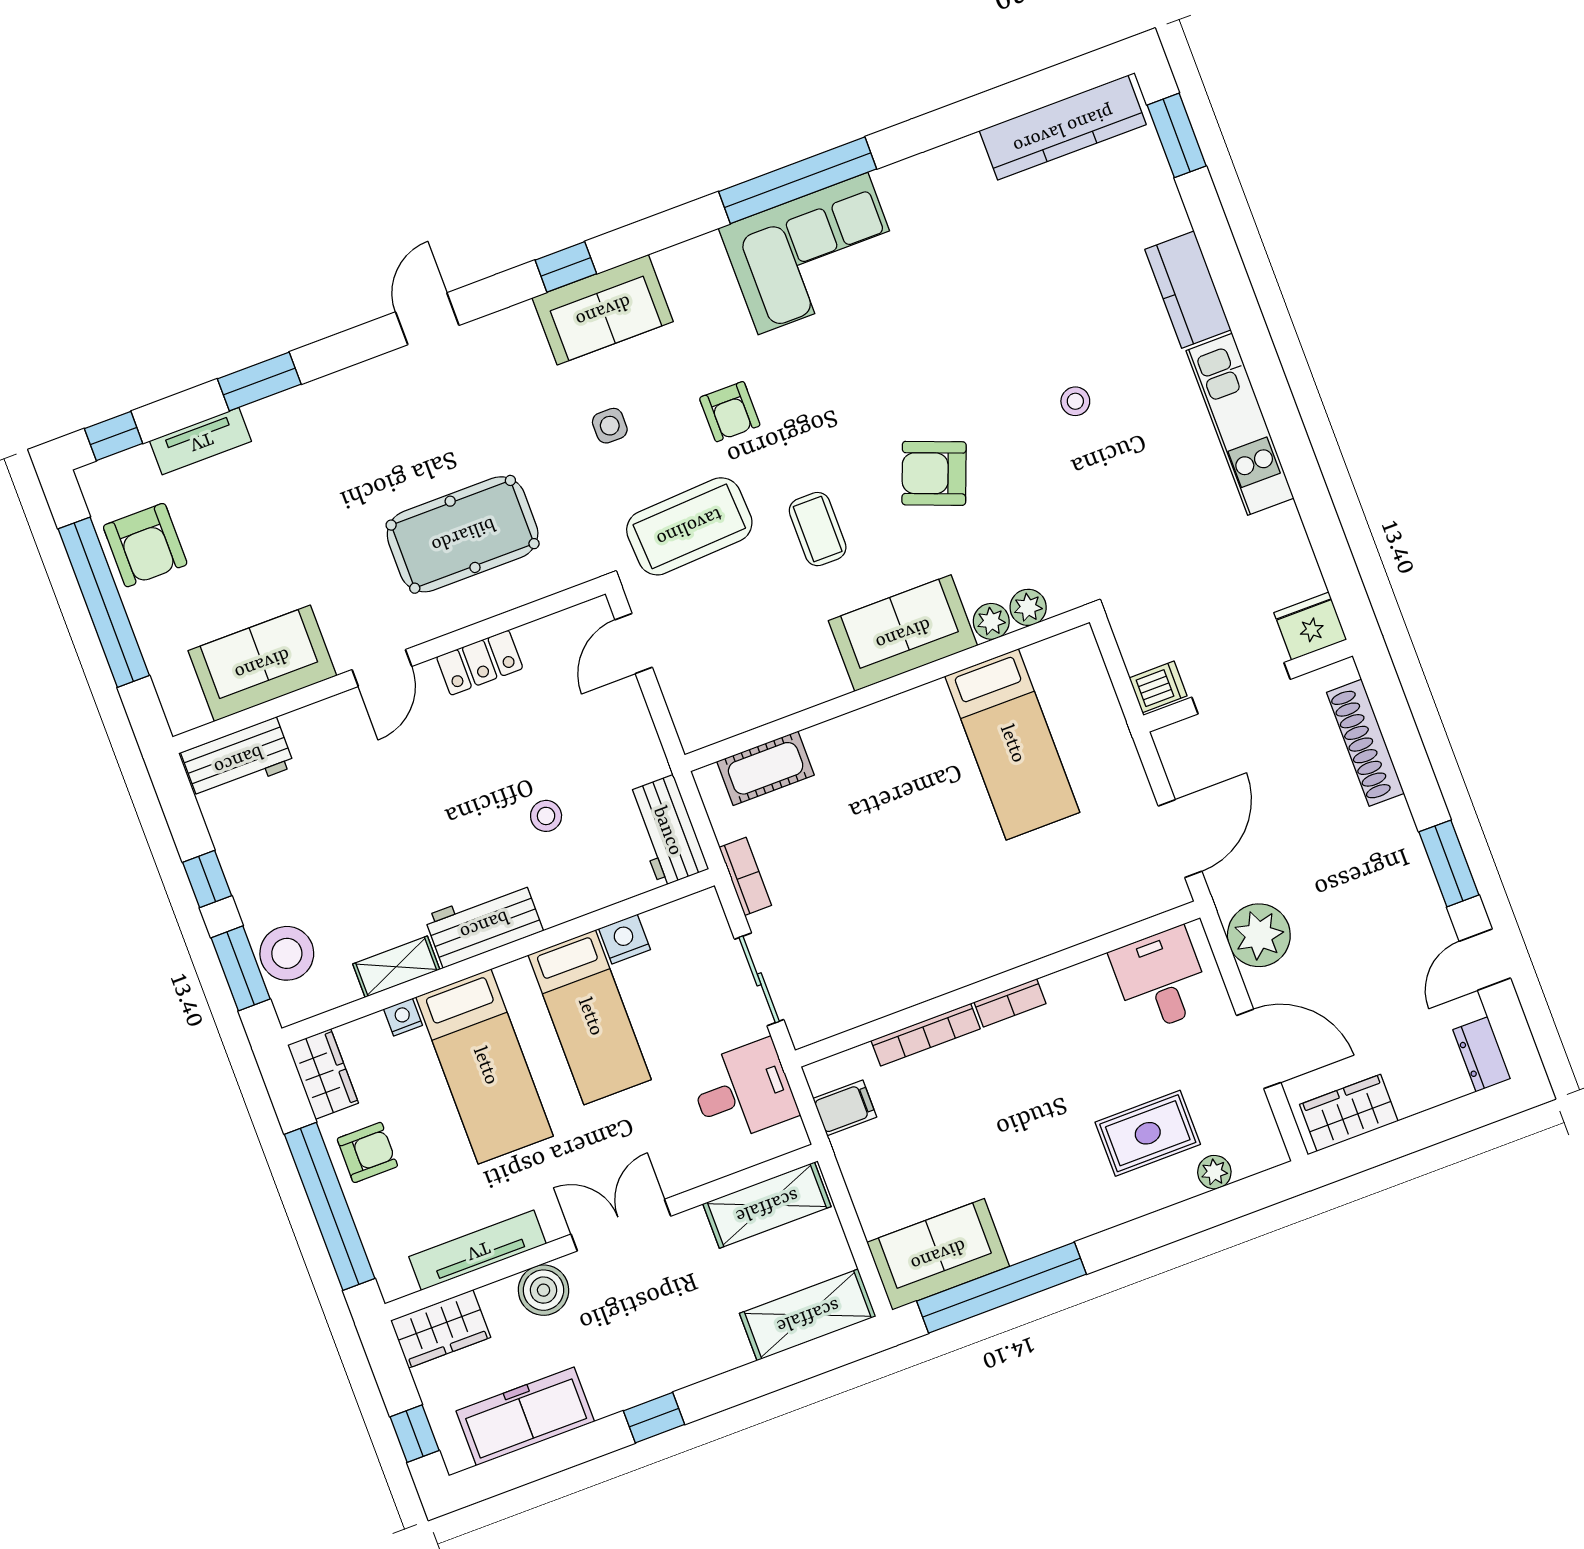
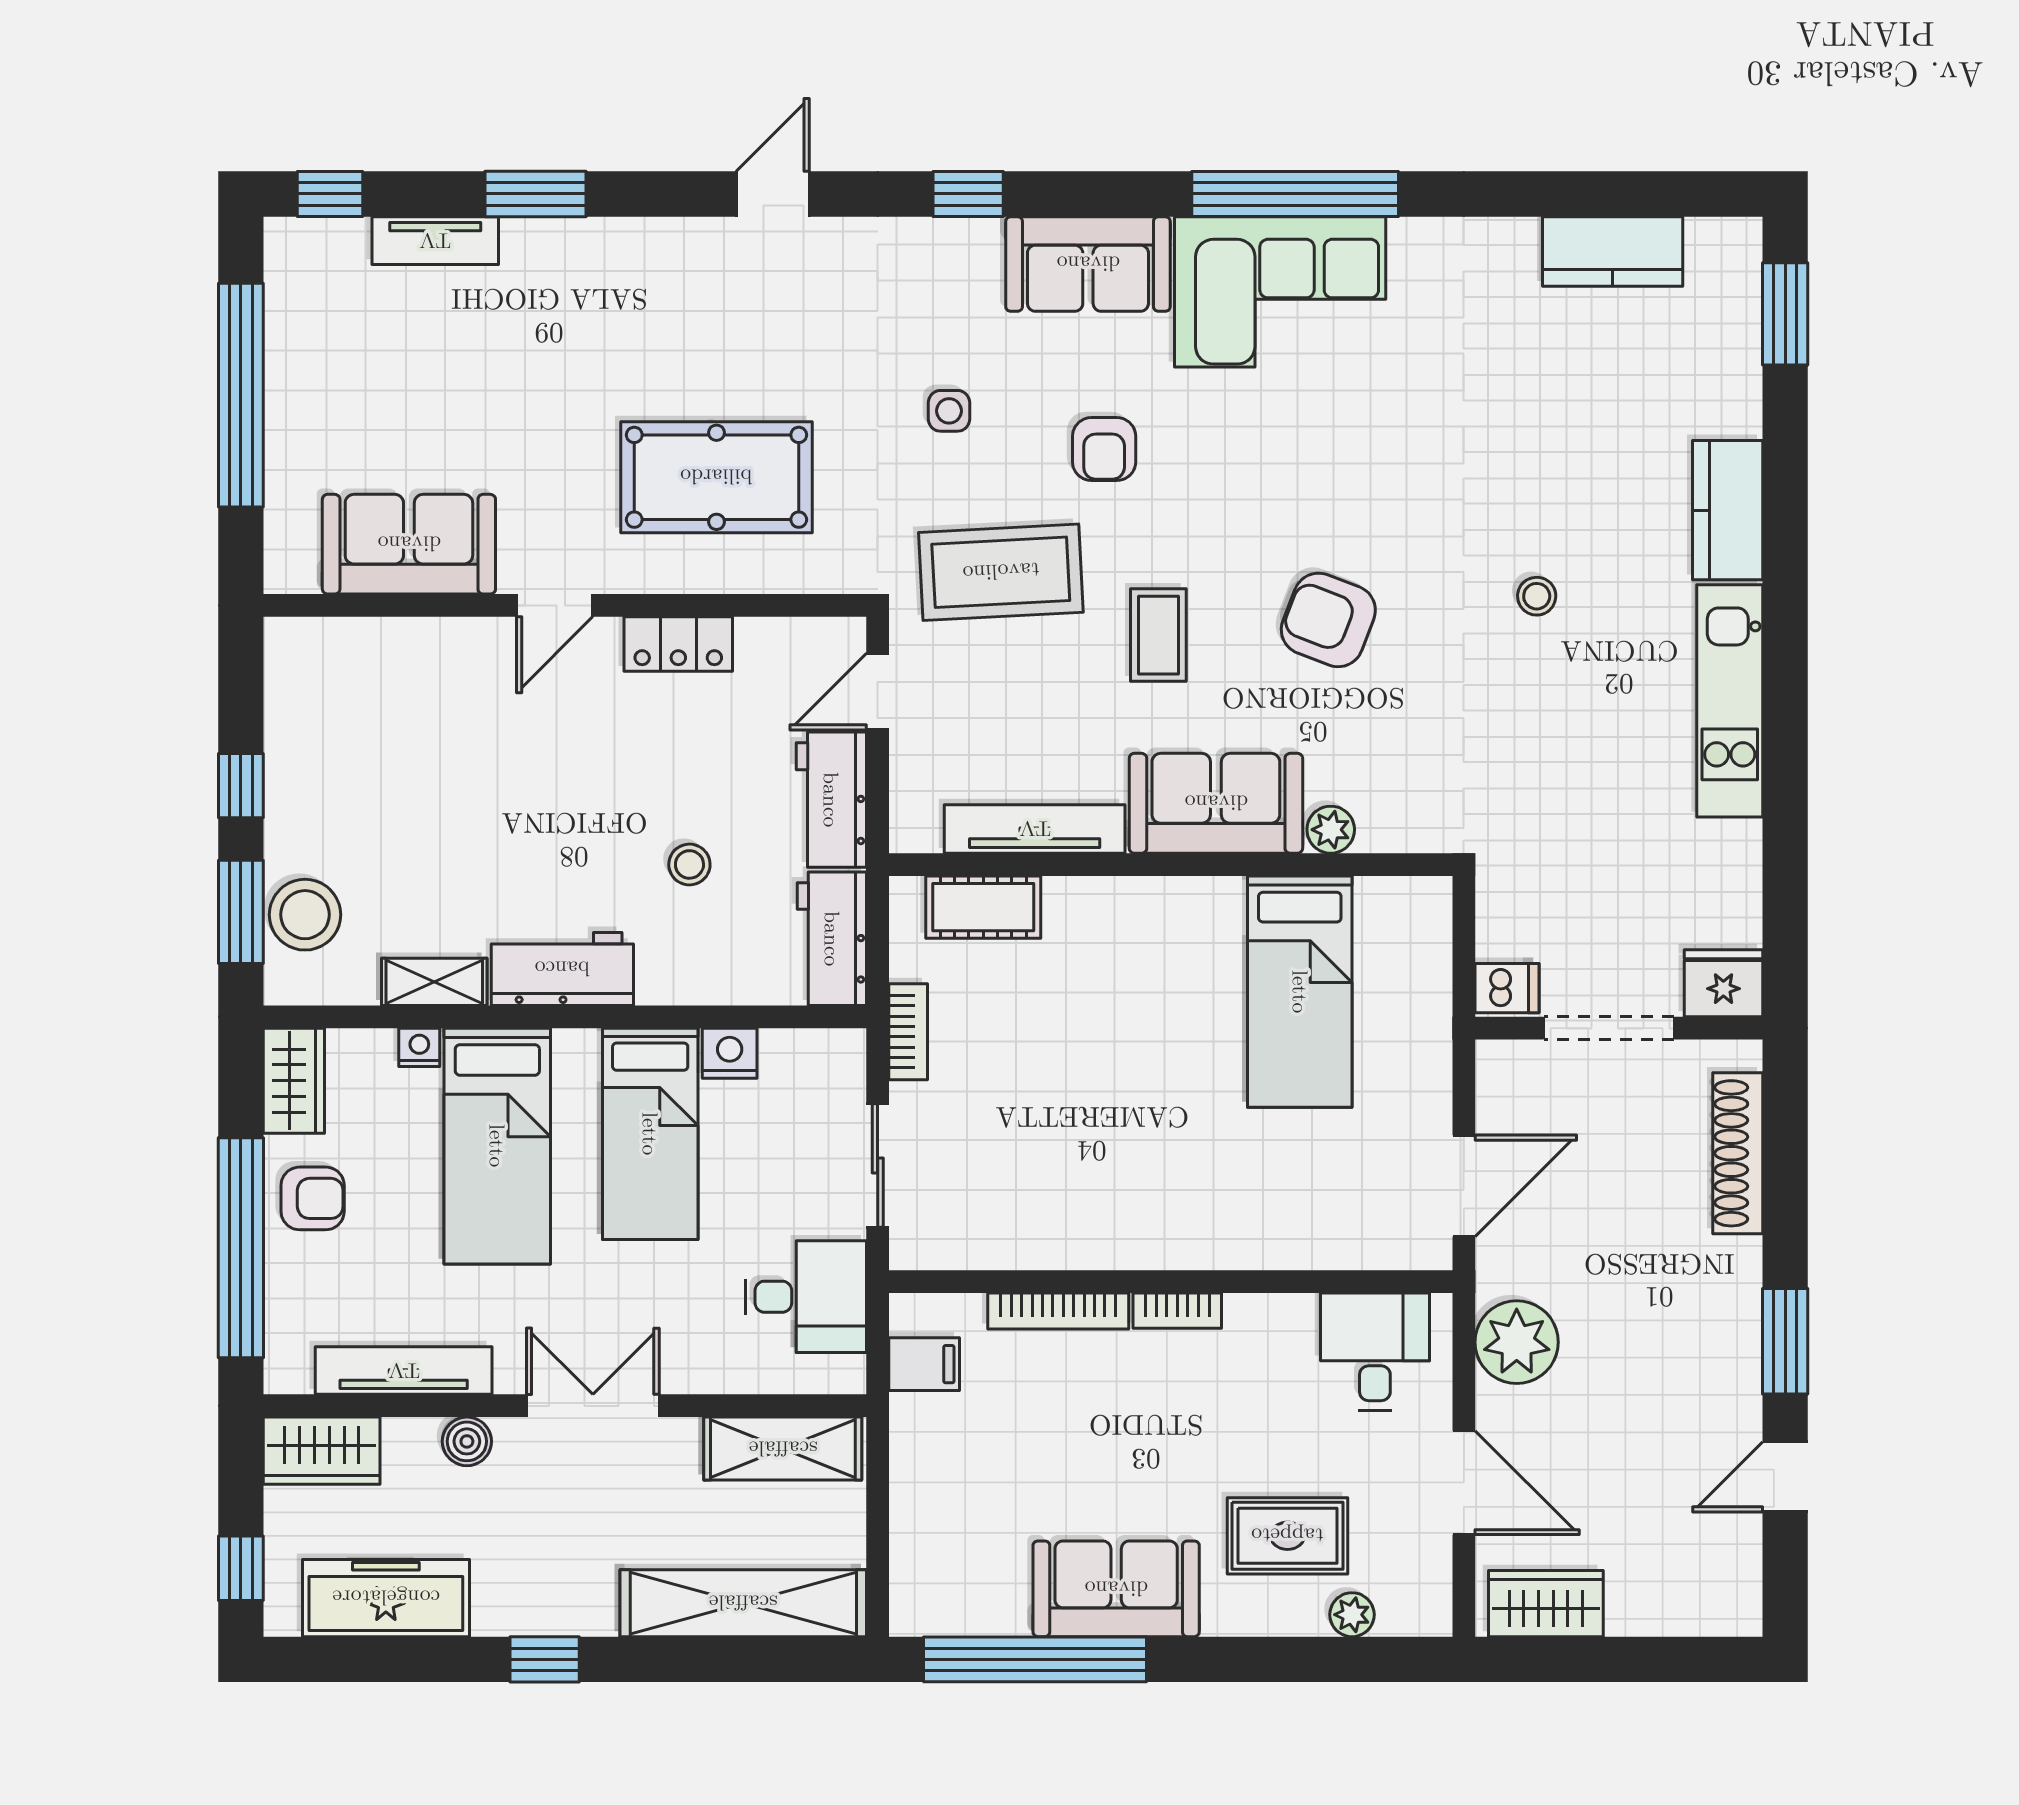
kitchen counter: (1063, 128) -> (1613, 252), width x0.67
sofa: (603, 310) -> (1088, 264), moved
armchair: (145, 545) -> (319, 344), removed
plant: (1028, 607) -> (1383, 829), removed
tv unit: (781, 699) -> (1035, 829), added
workbench: (238, 759) -> (831, 800), moved, turned 90
dresser: (1482, 1054) -> (1738, 1593), removed
sofa: (938, 1254) -> (1116, 1589), moved
boiler: (544, 1290) -> (467, 1441), width x0.73, depth x0.73
shelving: (808, 1315) -> (743, 1603), width x1.47

